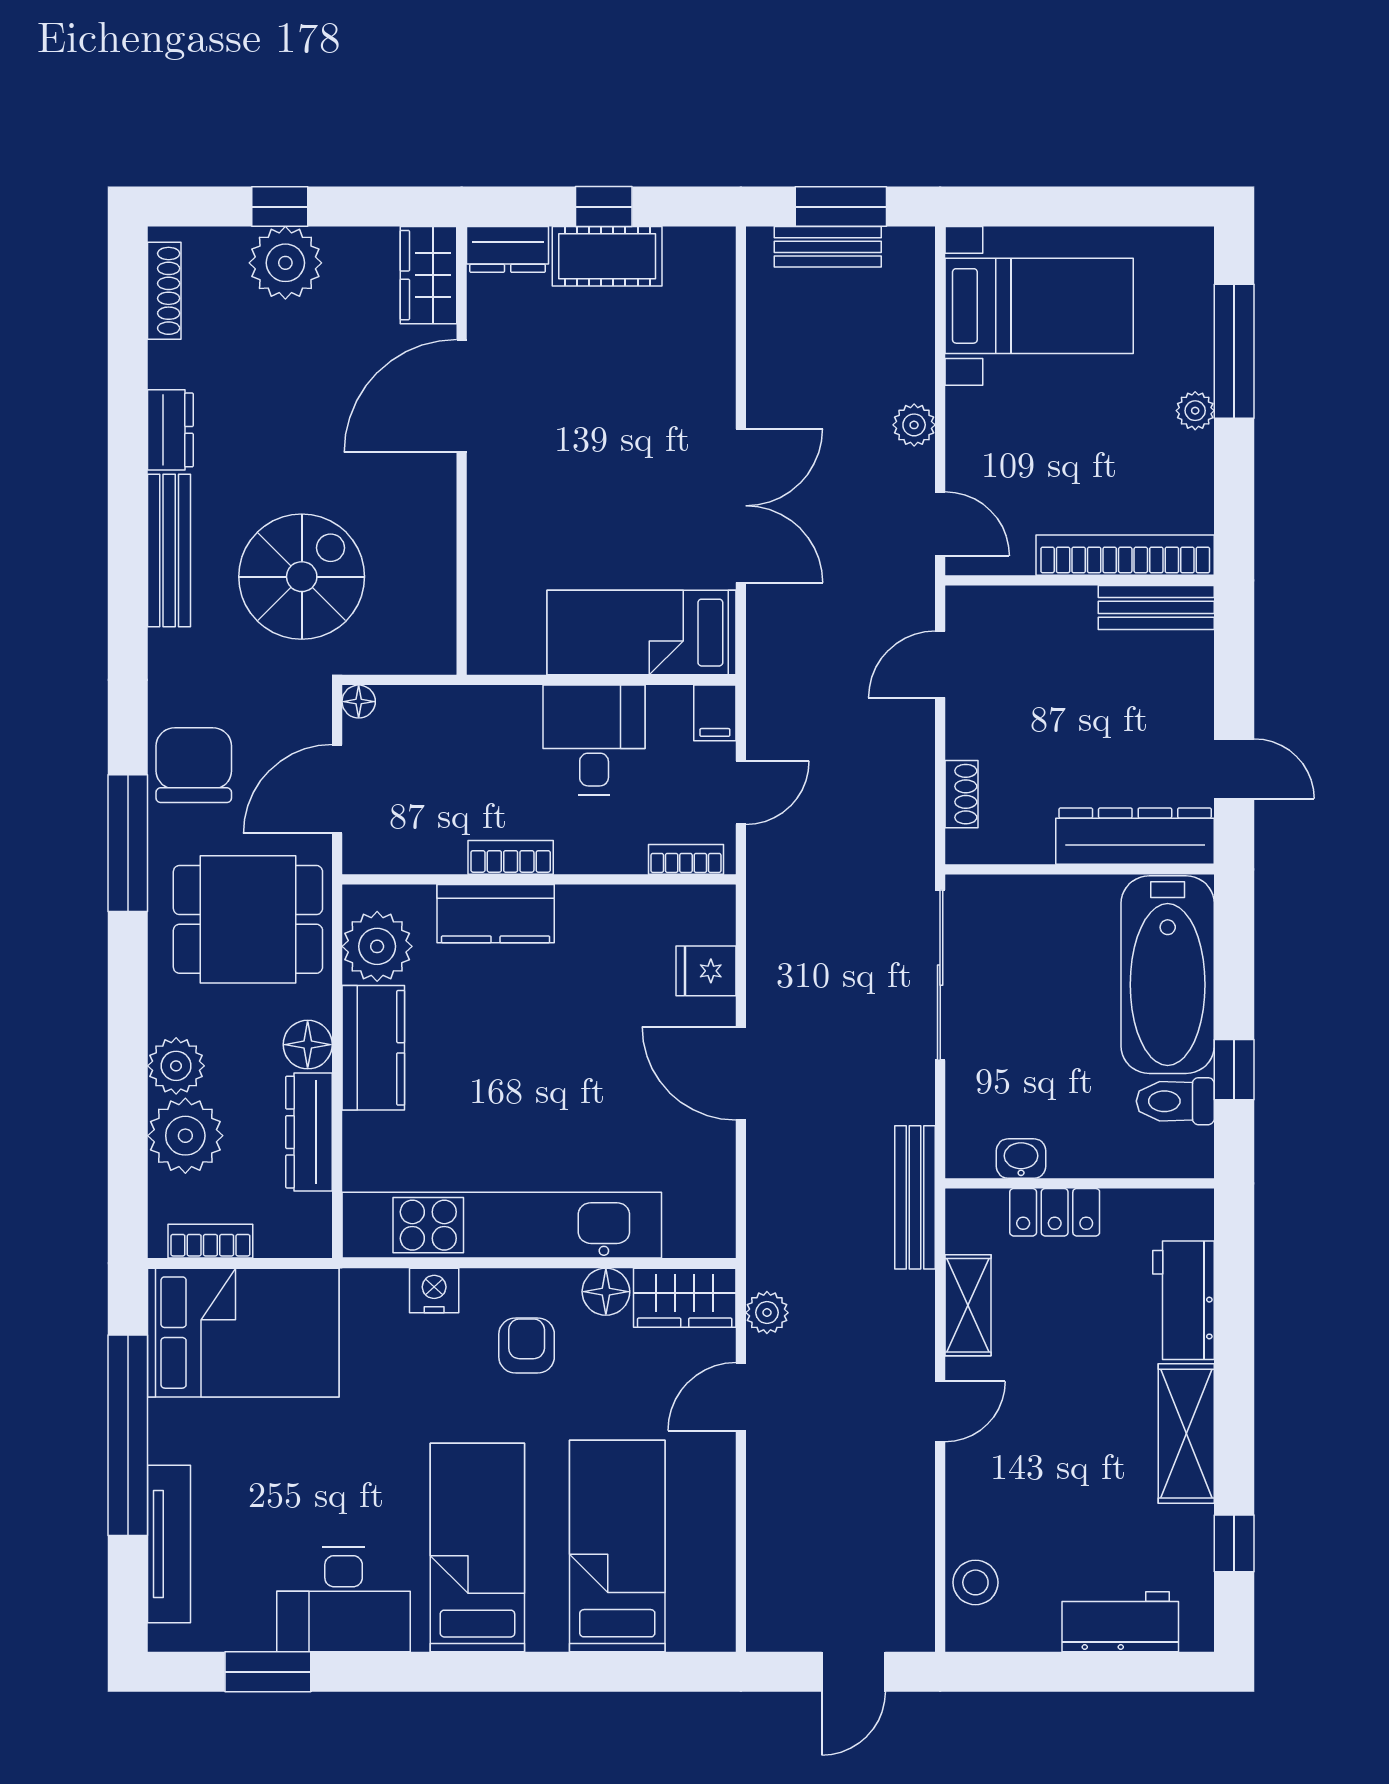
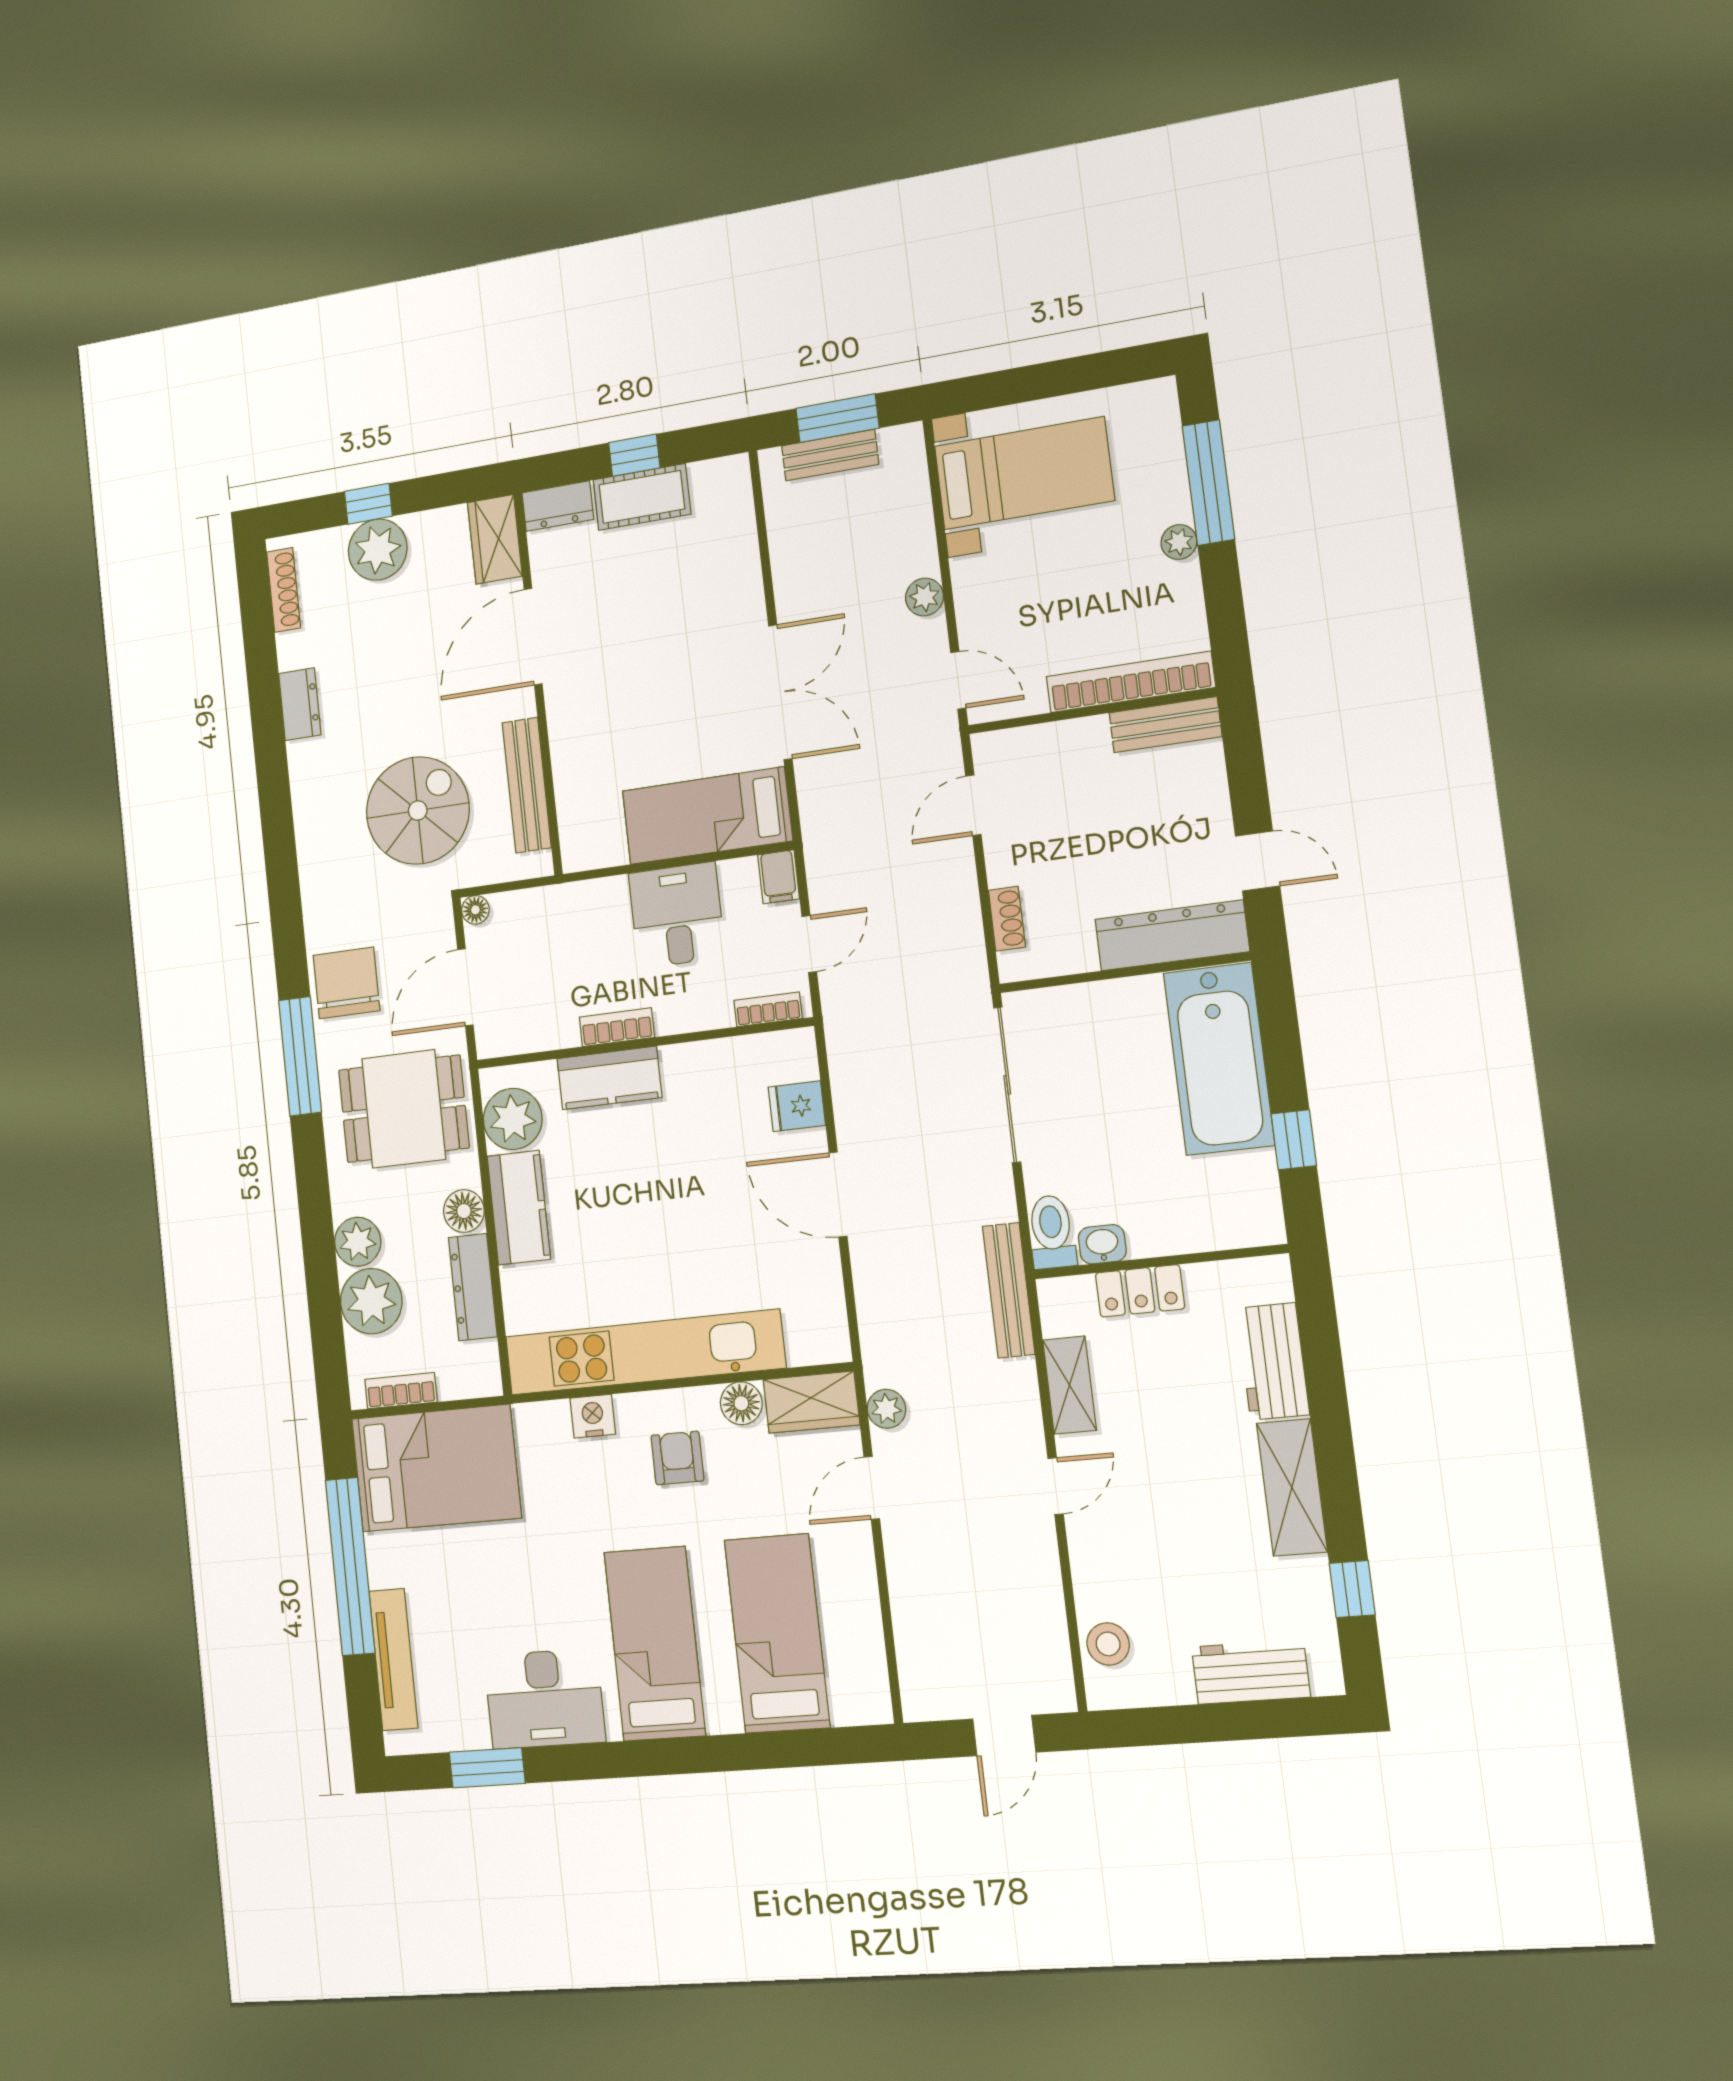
bench: (169, 551) -> (527, 785), moved
toilet: (1175, 1101) -> (1052, 1232), moved, turned 90

